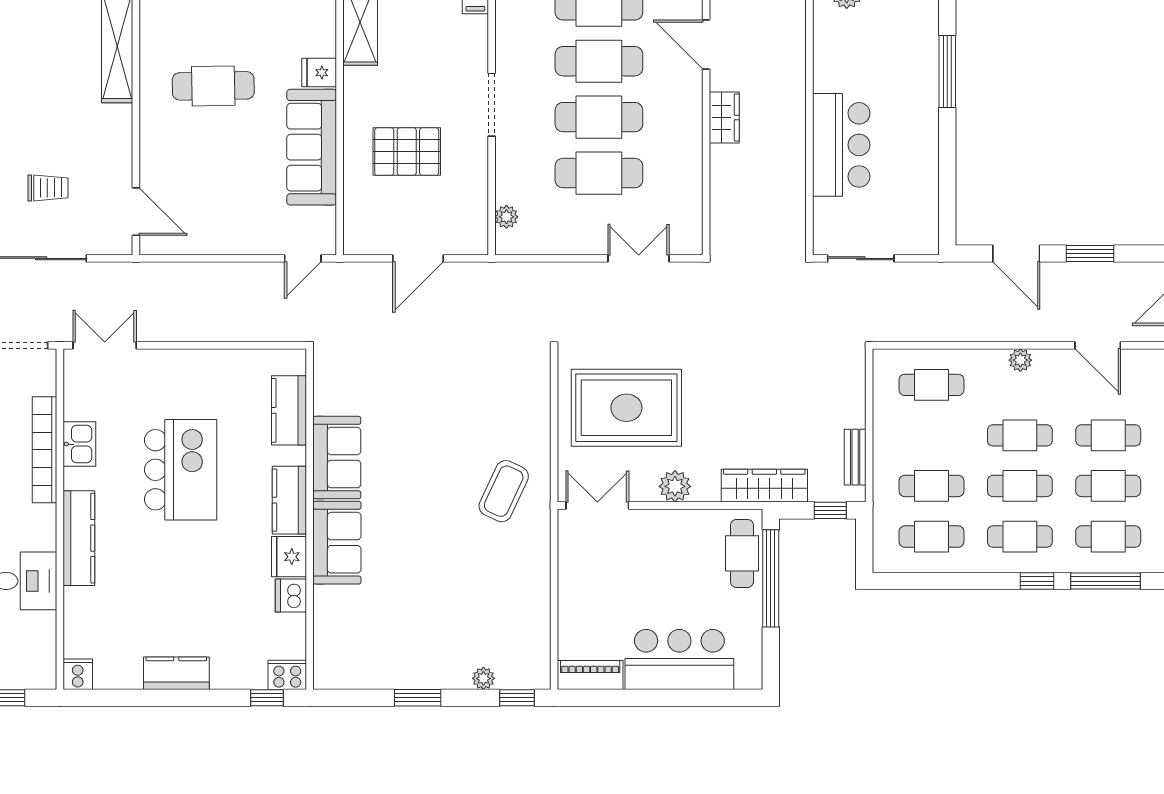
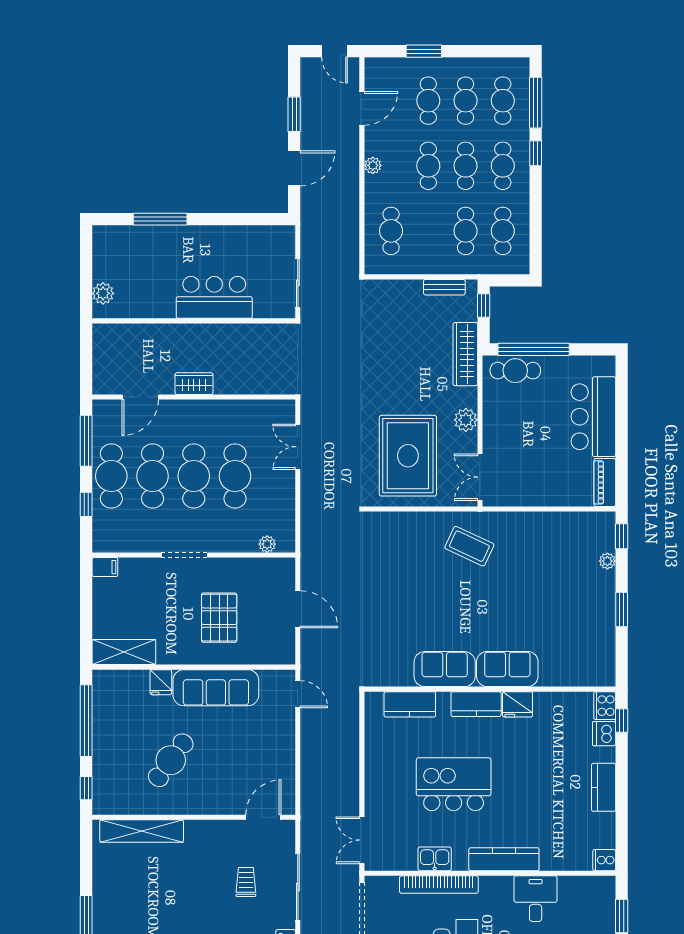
cafe table: (213, 86) -> (171, 760), turned 37
dishwasher: (291, 596) -> (604, 734), moved, turned 90

